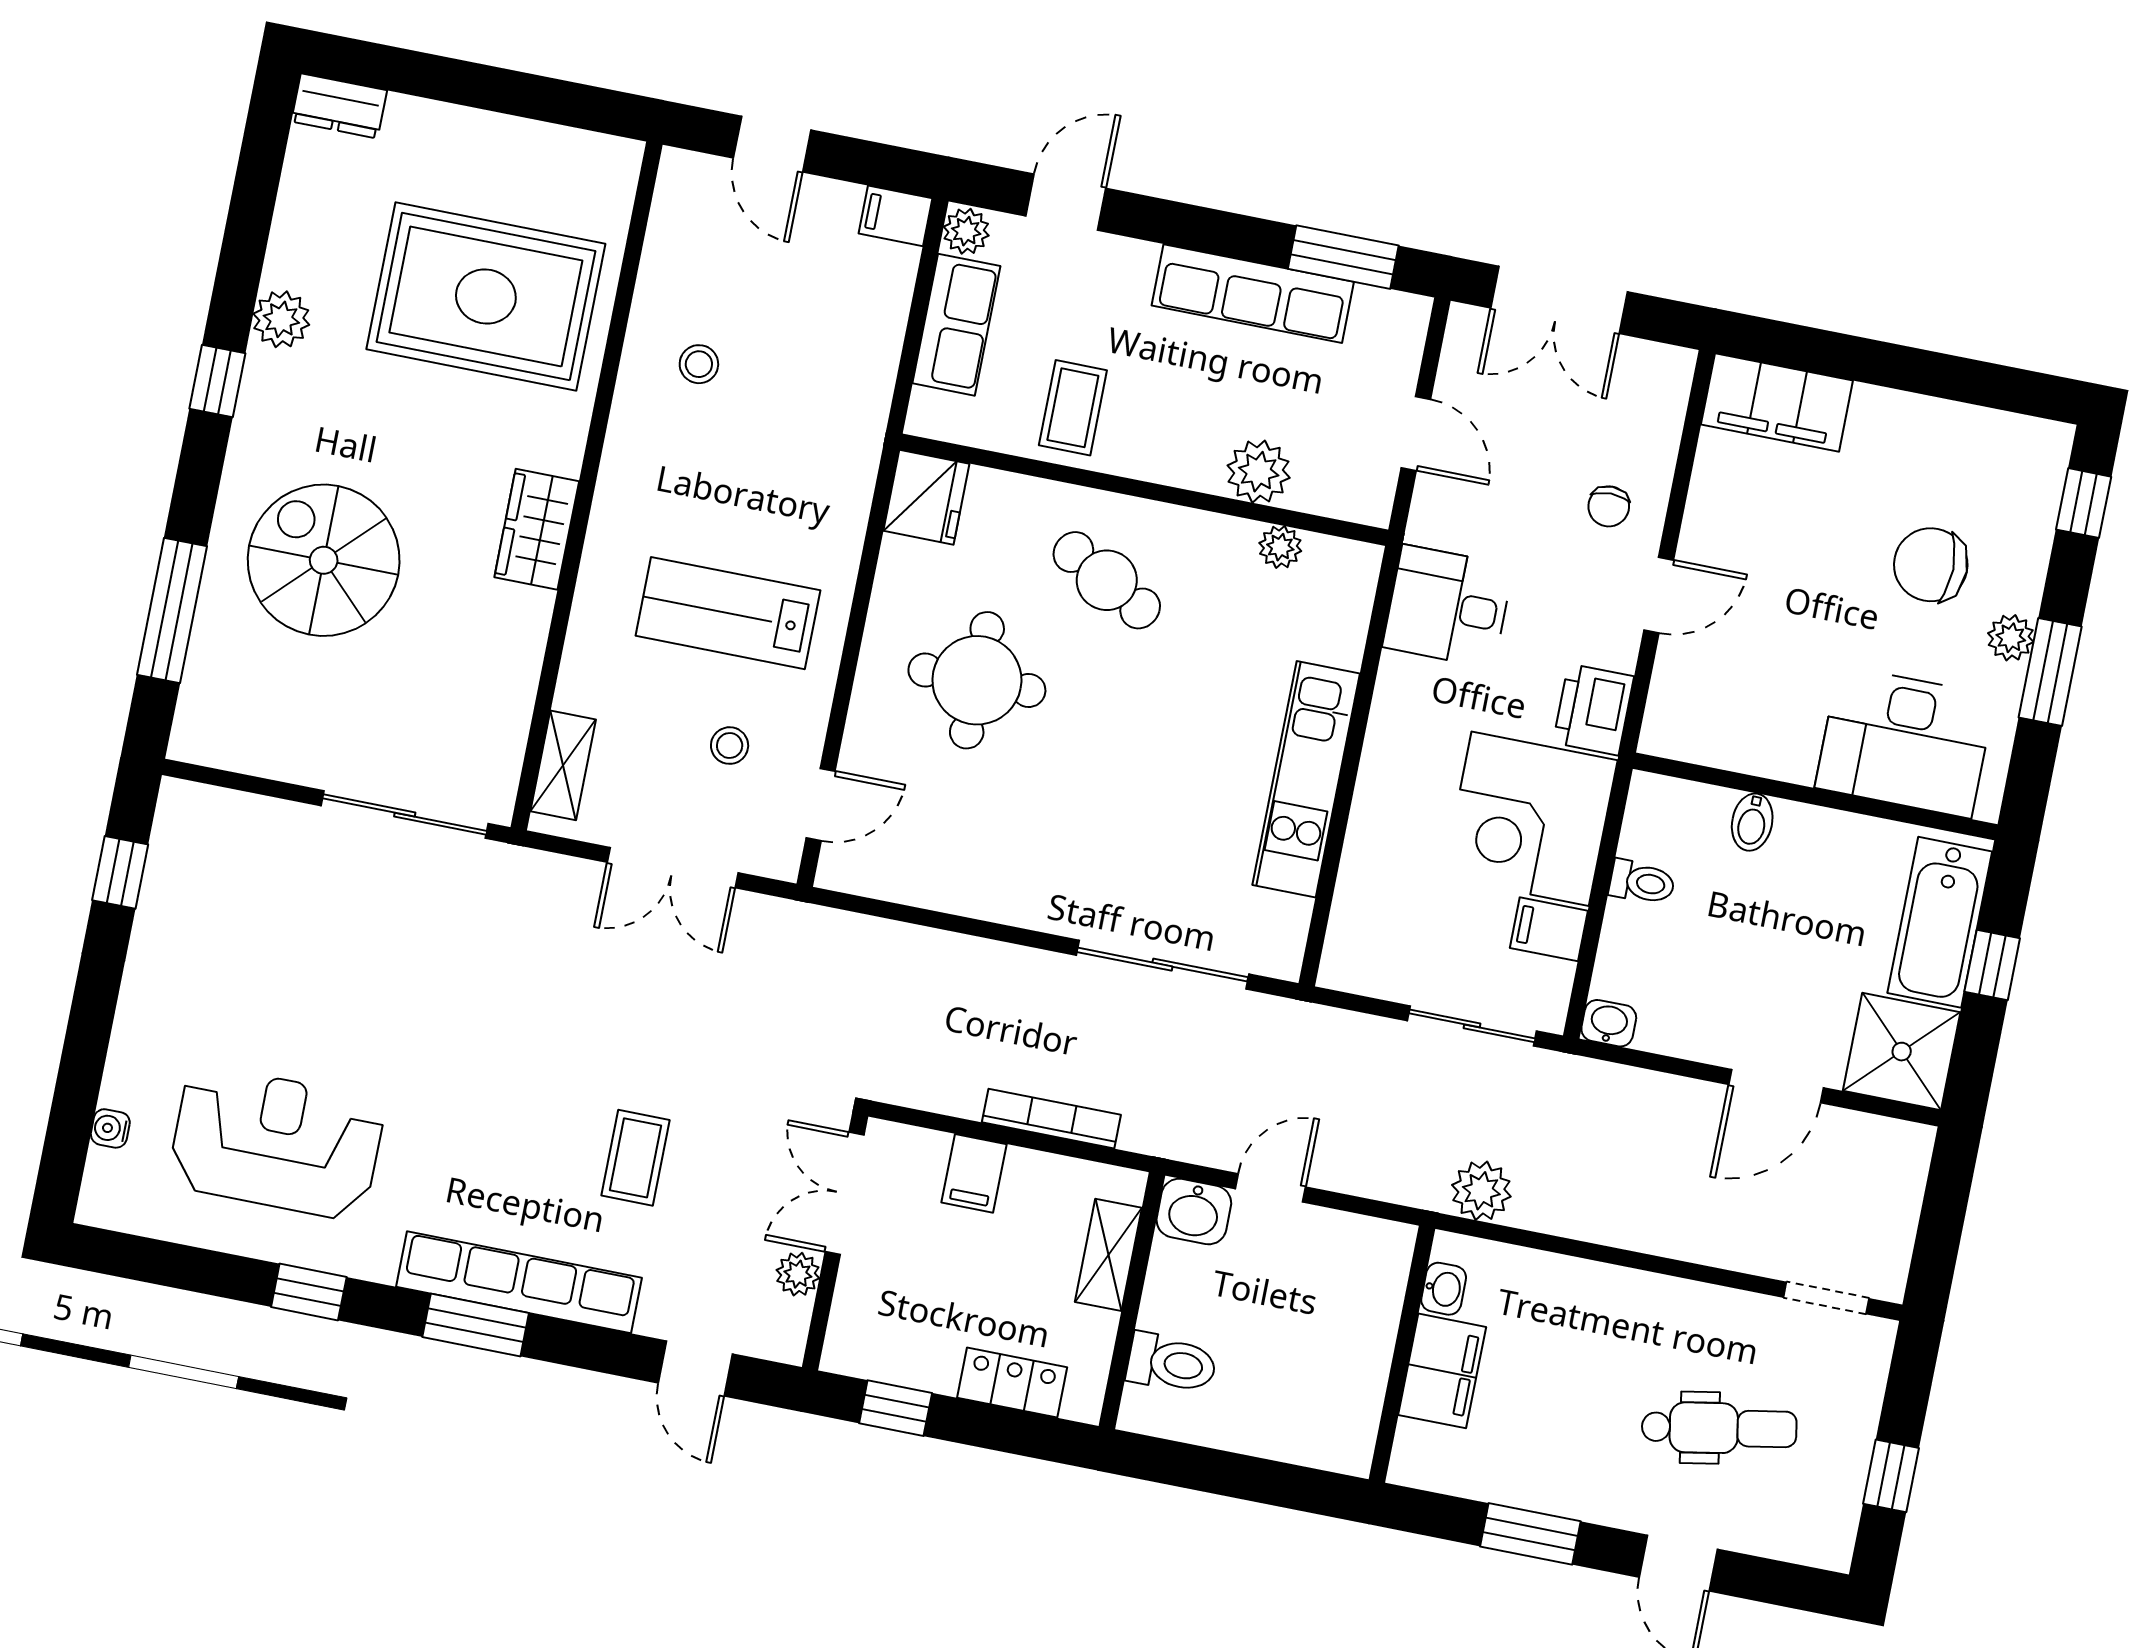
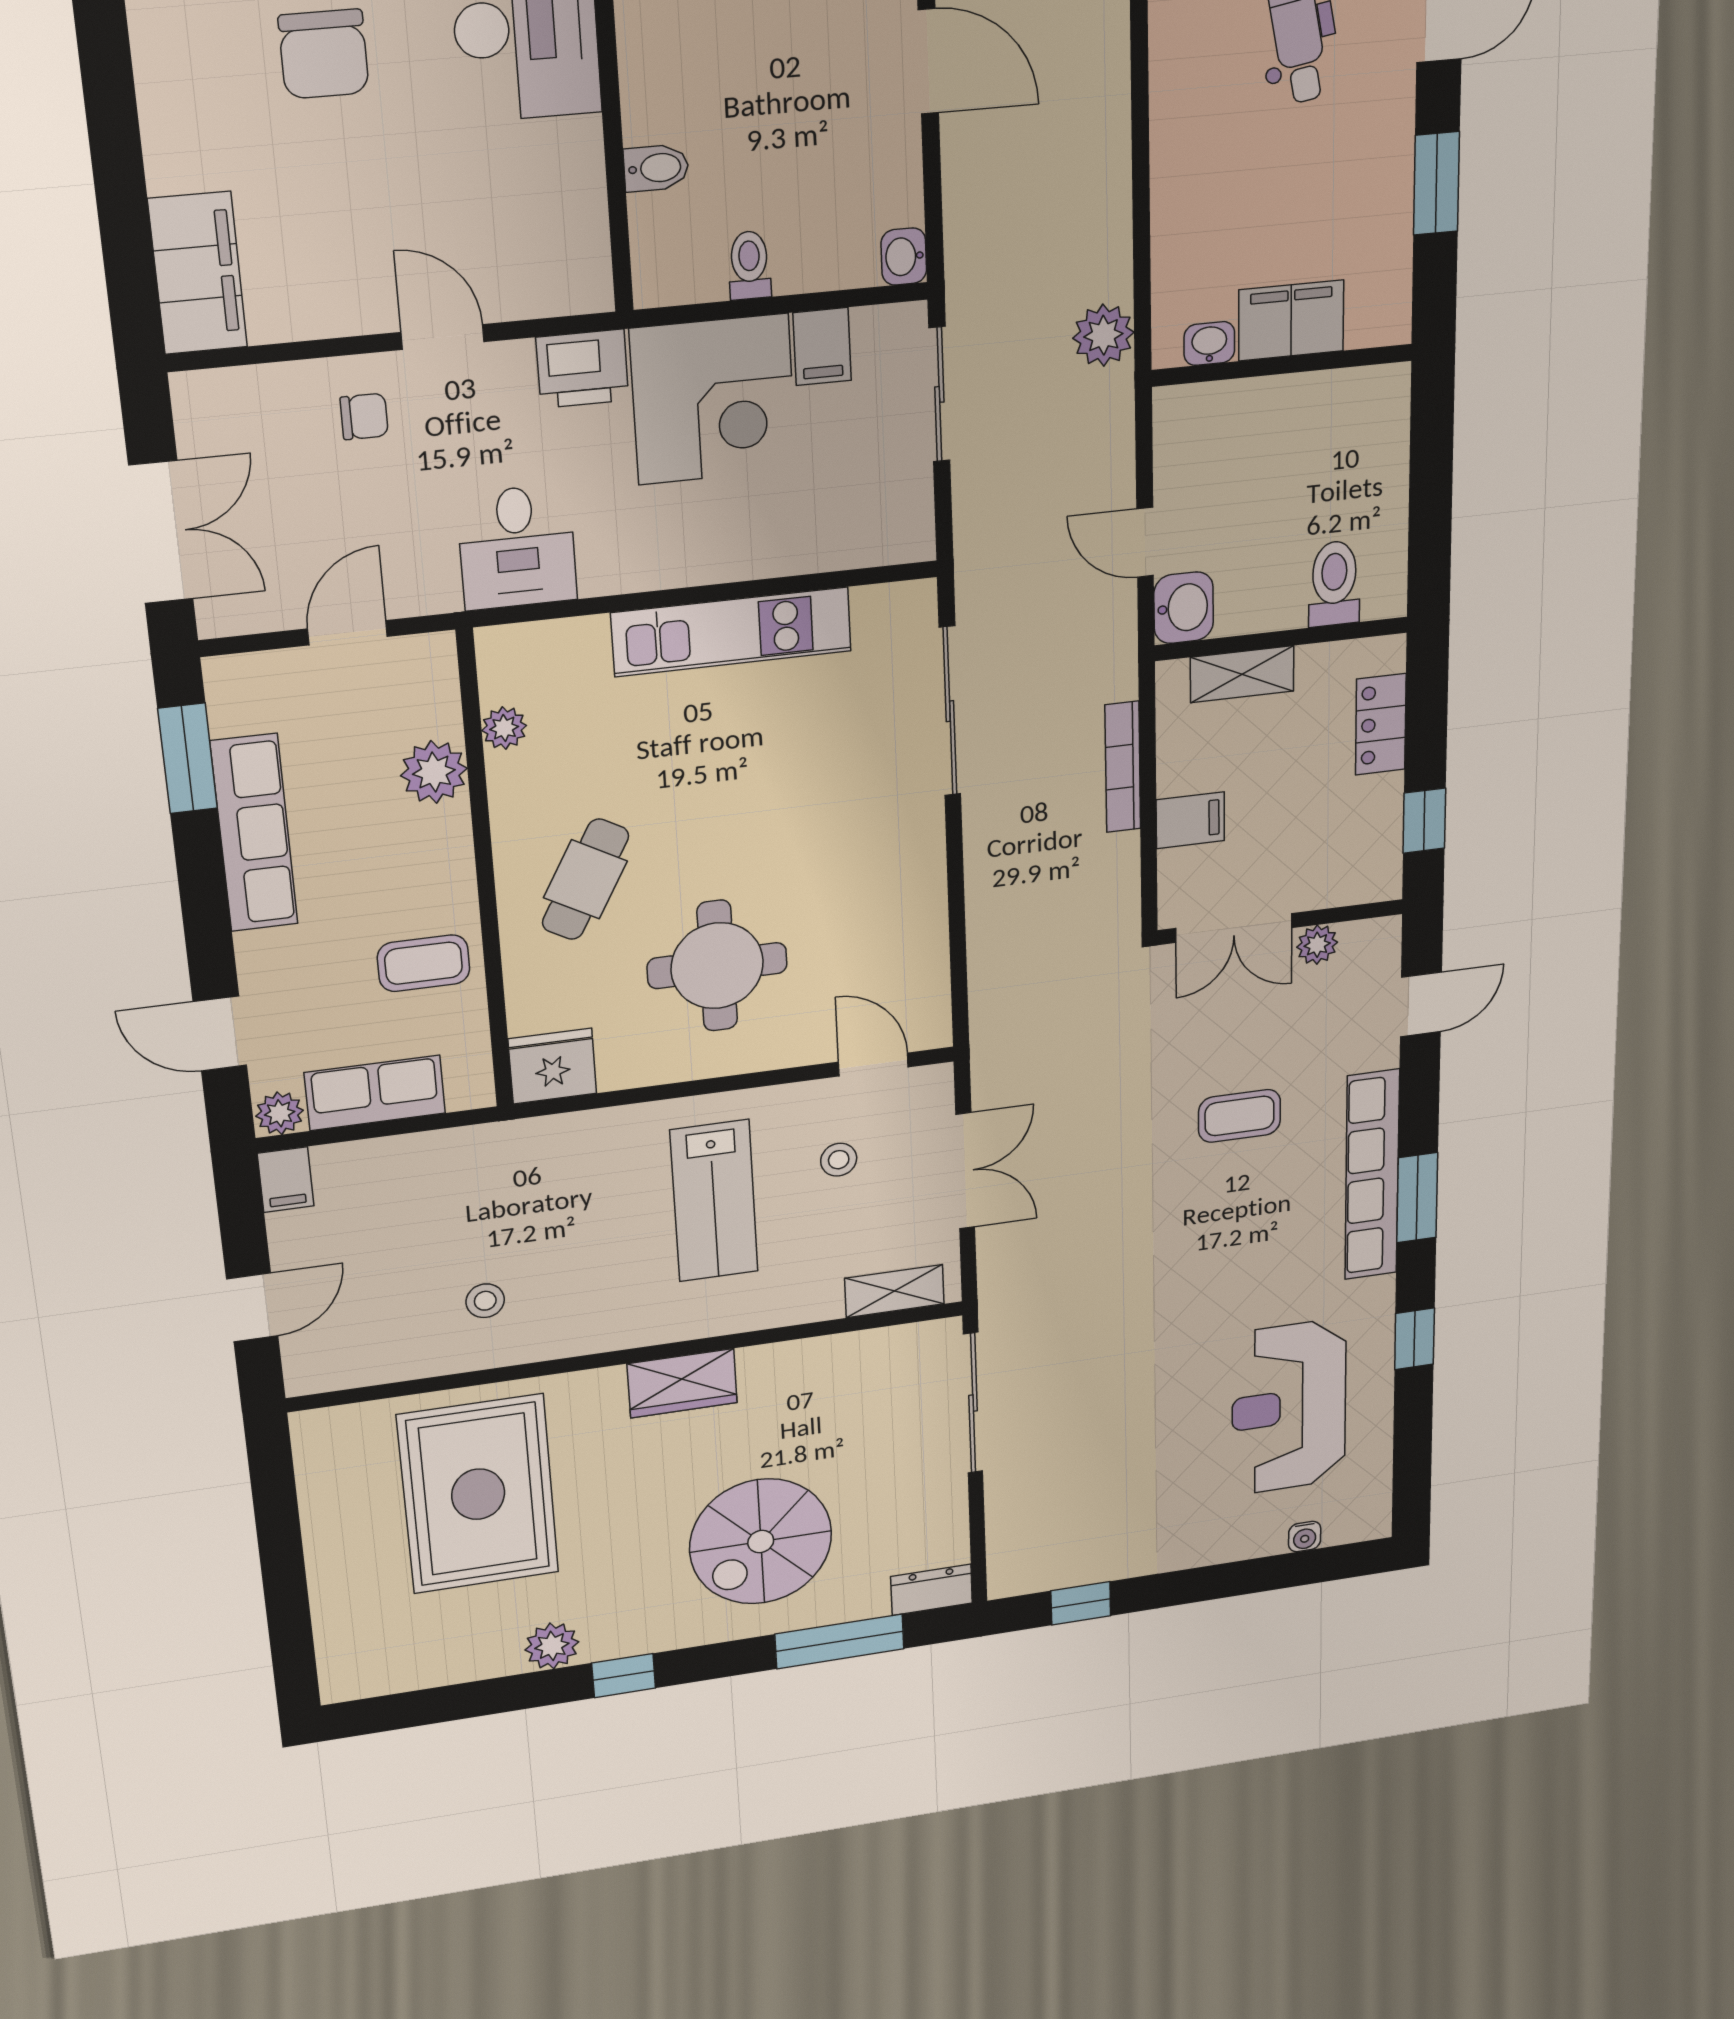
dresser: (339, 106) -> (932, 1590), moved, turned -90

